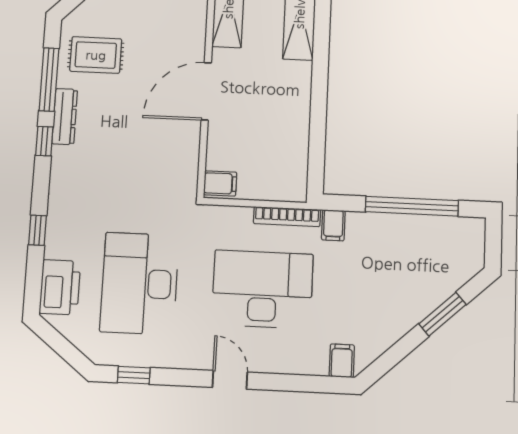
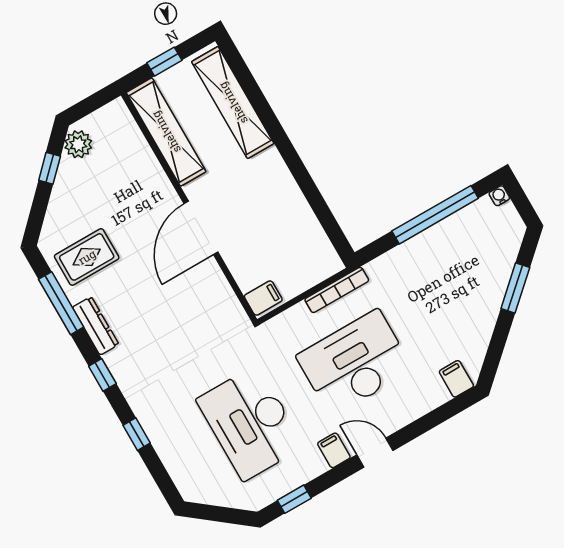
window: (44, 141) -> (102, 375), moved
filing cabinet: (333, 225) -> (334, 450), moved, turned 180
water cooler: (478, 225) -> (499, 196), added
printer: (60, 287) -> (187, 468), removed

